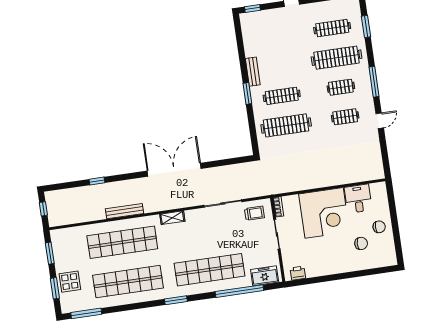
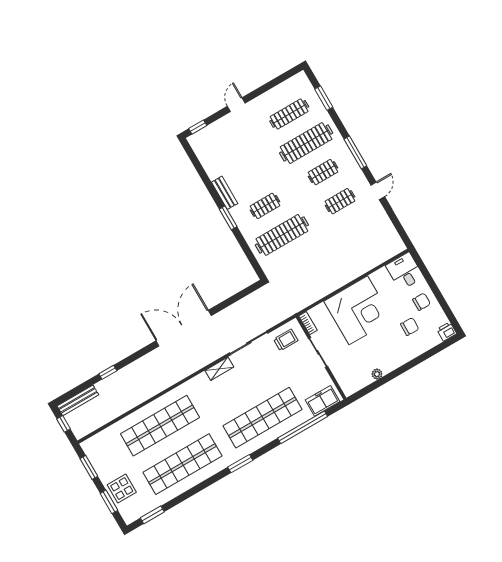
clothes rail: (282, 96) -> (265, 206), width x0.73
desk: (358, 199) -> (405, 271), moved
bench: (125, 211) -> (78, 400), moved
shelving: (172, 218) -> (219, 369), moved
plant: (318, 272) -> (377, 374), added
printer: (298, 273) -> (447, 331), moved
window: (86, 313) -> (152, 515), width x0.69

